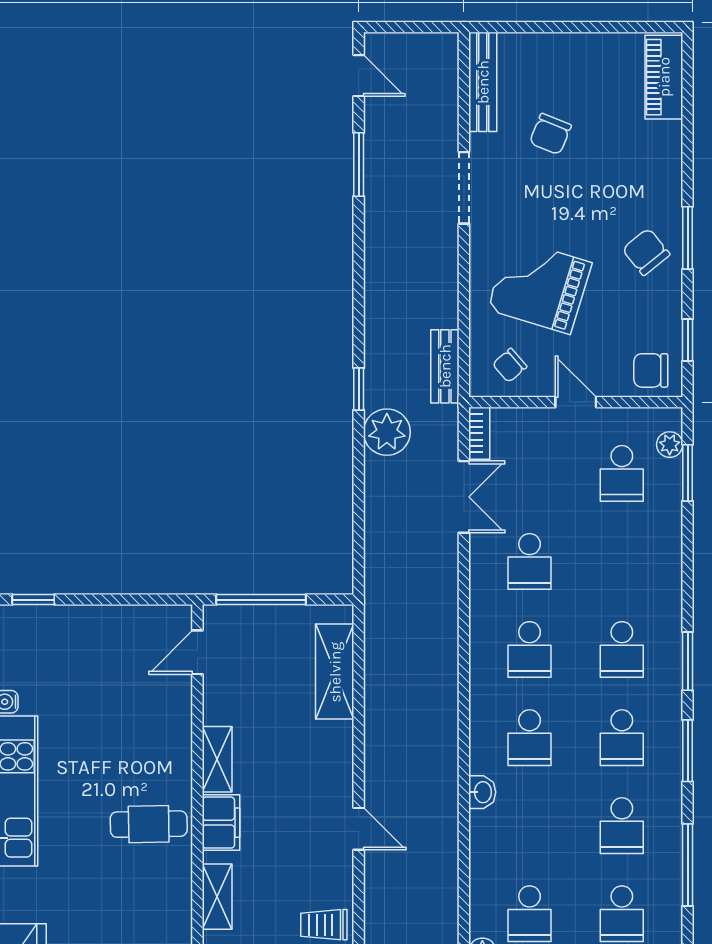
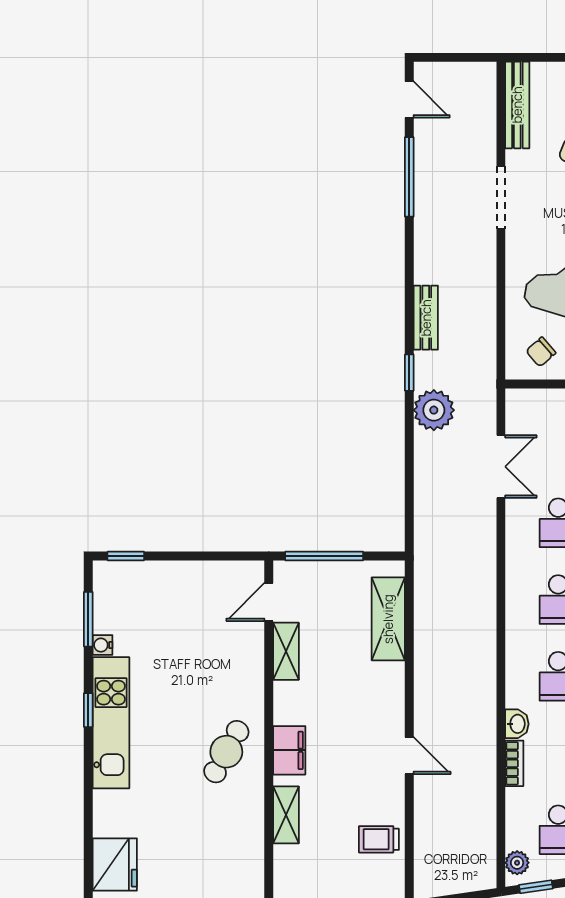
window: (359, 164) -> (409, 177), width x1.44
bench: (445, 366) -> (426, 318), moved
bookcase: (479, 433) -> (514, 763), moved
shelving: (217, 759) -> (286, 651), moved
cafe table: (149, 824) -> (226, 752), turned -60

